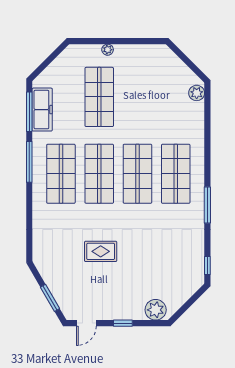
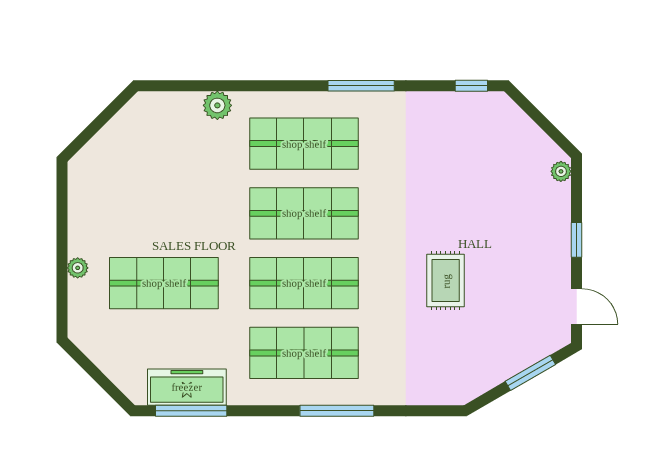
plant: (197, 93) -> (217, 105), moved
window: (29, 162) -> (337, 411), moved
plant: (156, 310) -> (561, 171), width x0.53, depth x0.53

